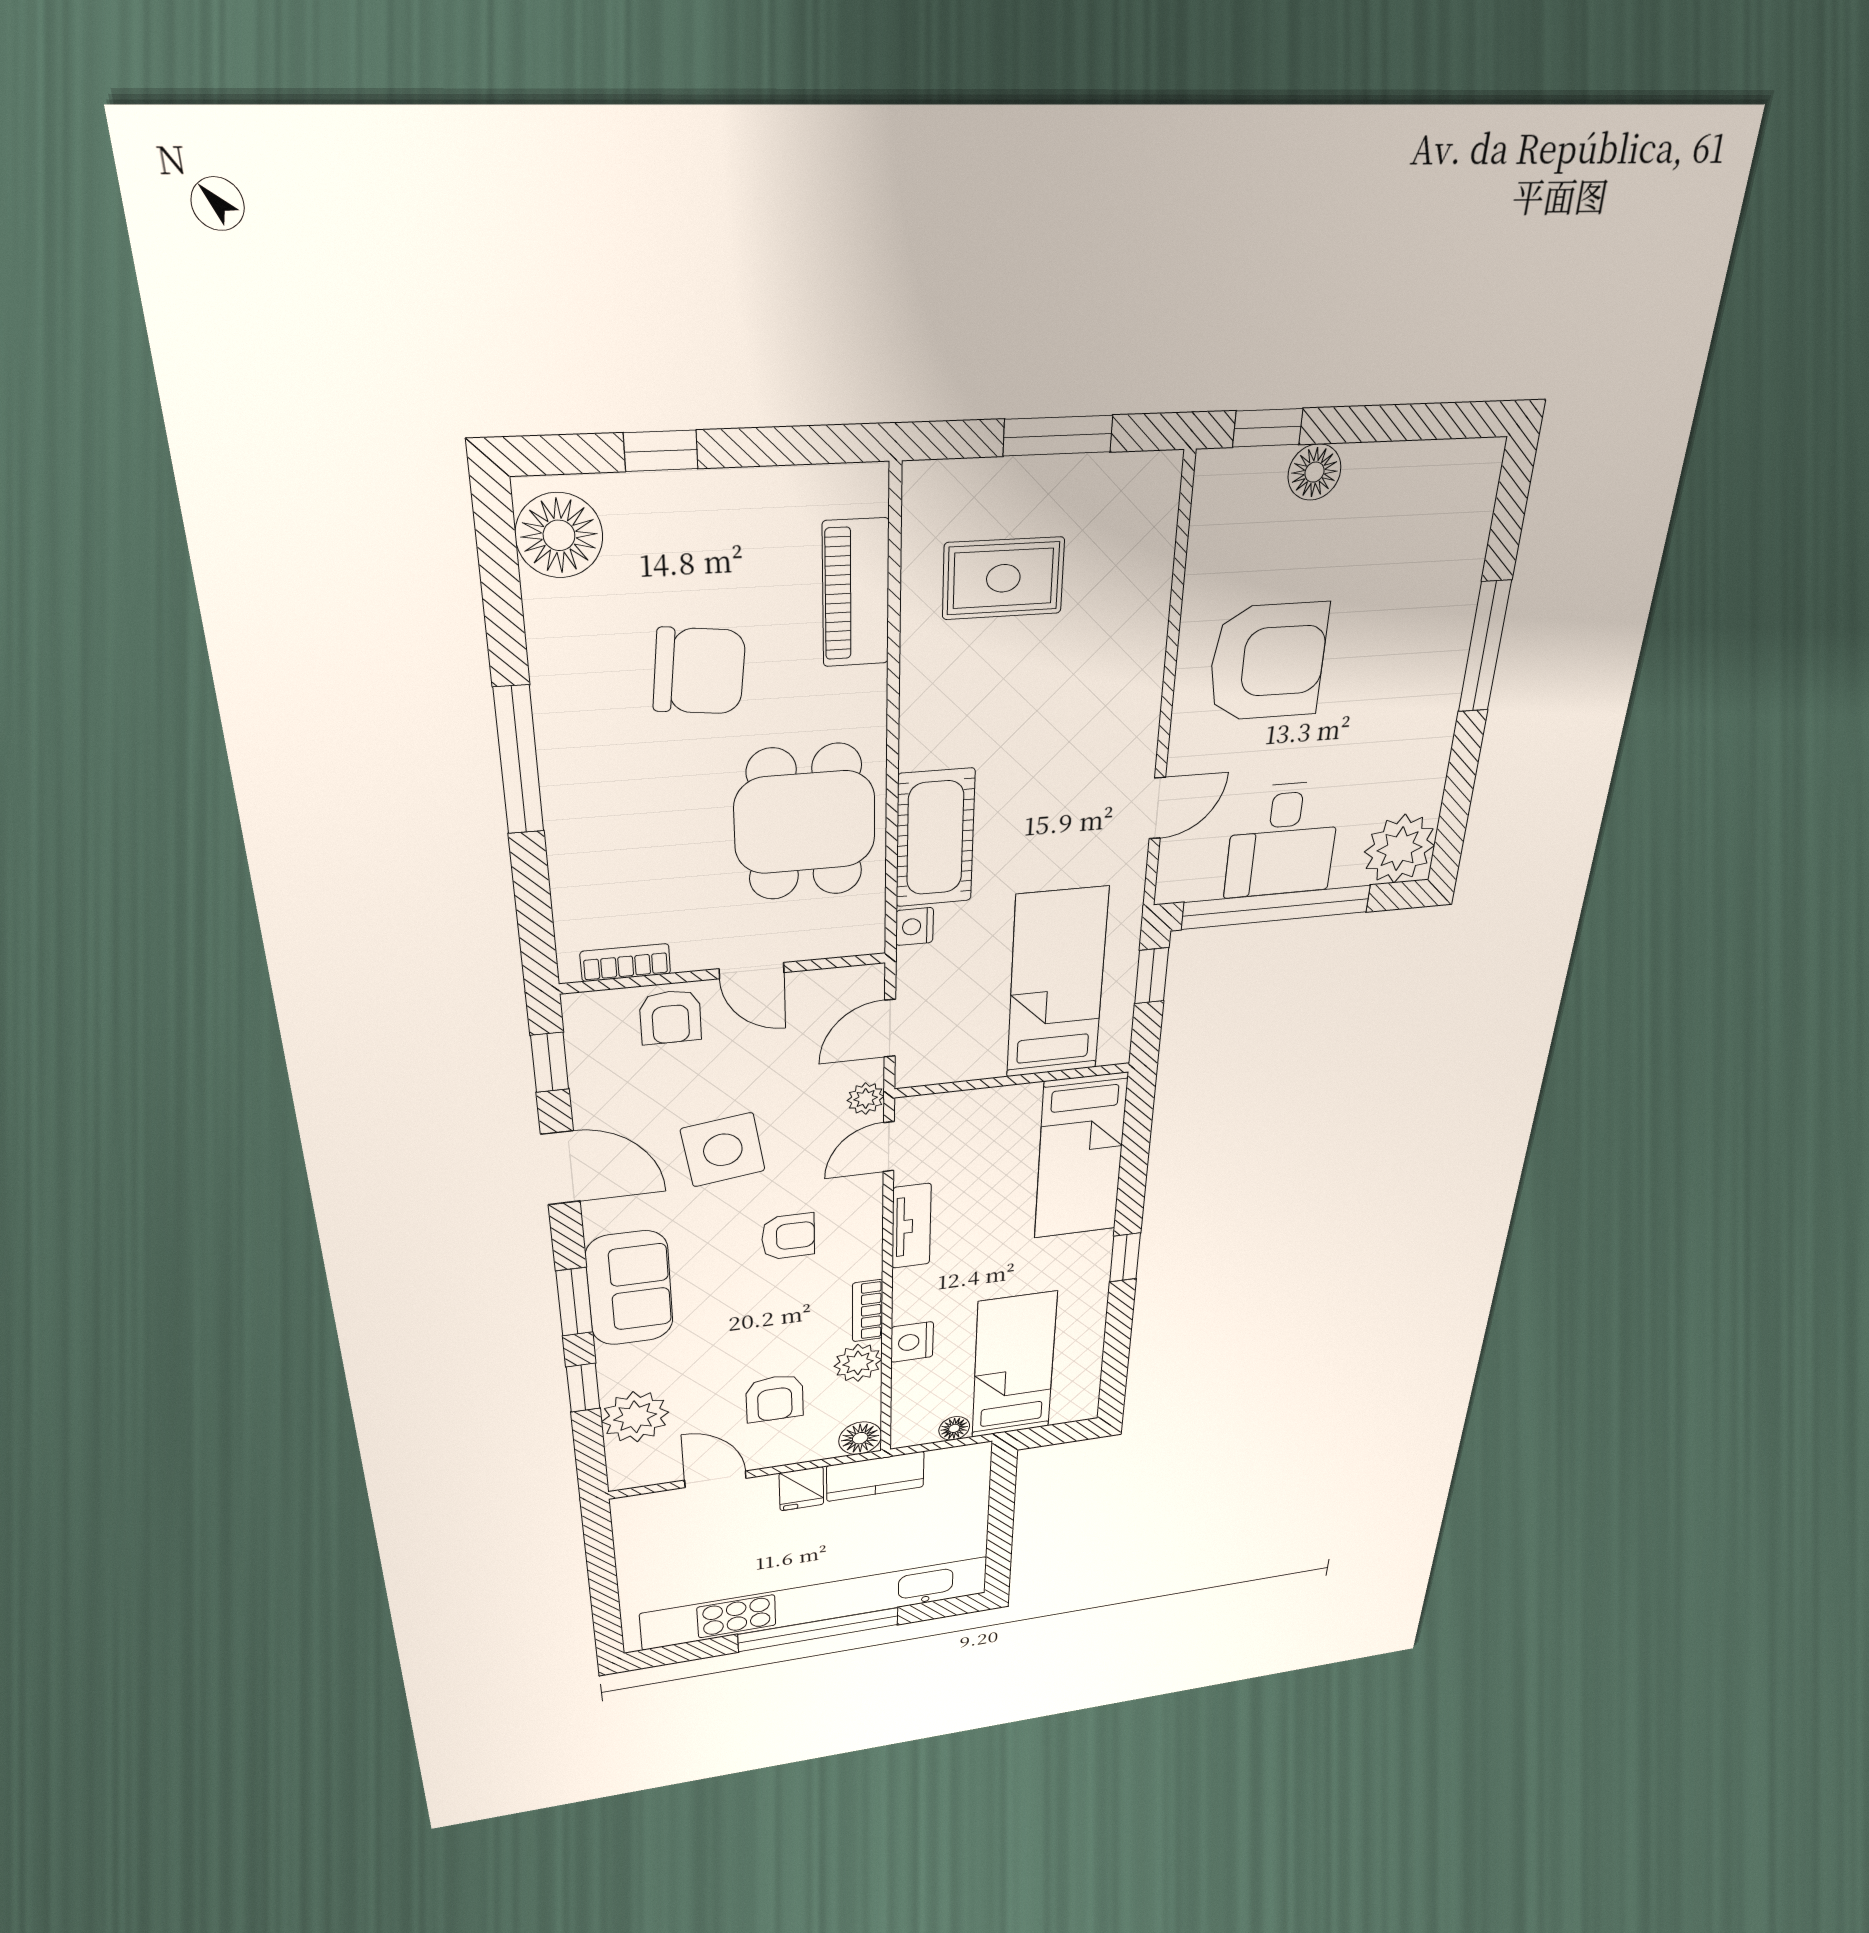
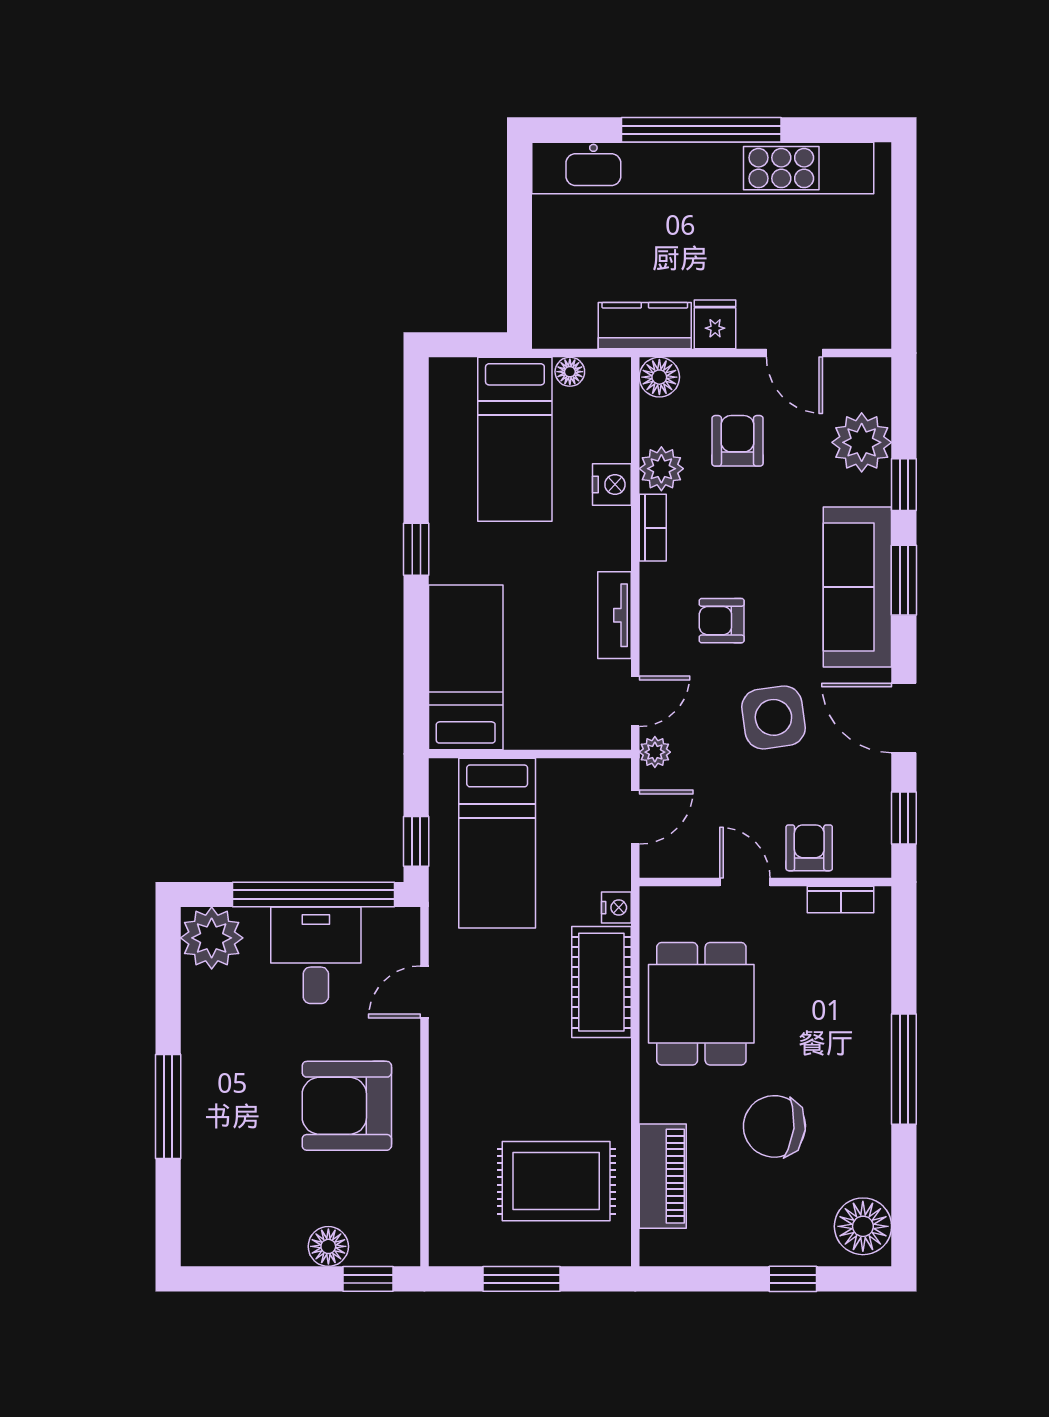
rug: (1003, 578) -> (556, 1181), width x1.36, depth x1.43
sofa: (630, 1288) -> (857, 587), width x1.36

